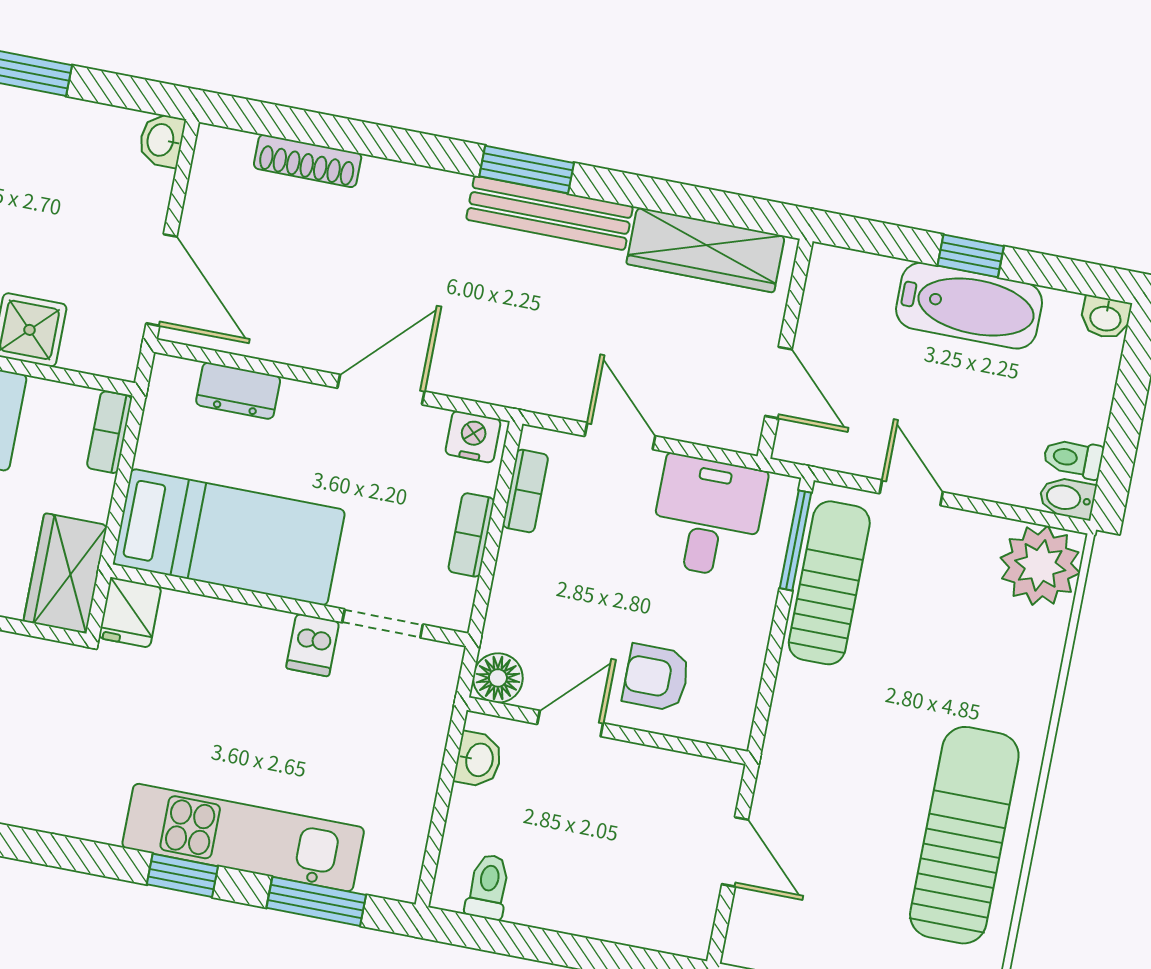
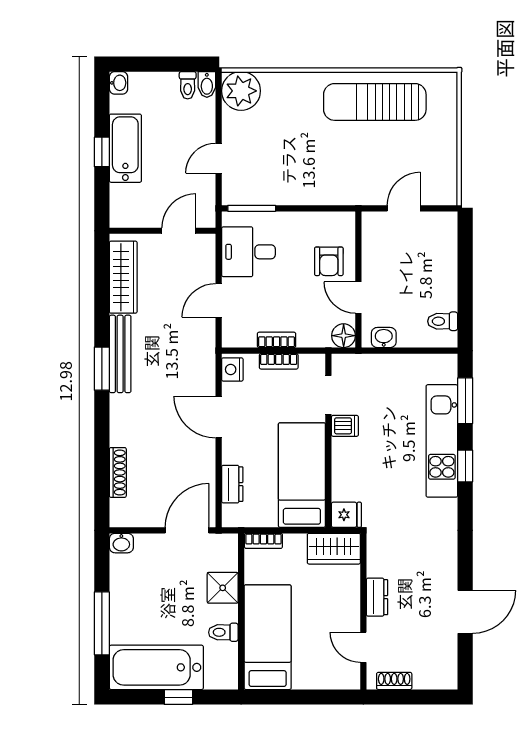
bookcase: (525, 491) -> (277, 340), moved
sun lounger: (829, 583) -> (269, 189), removed

